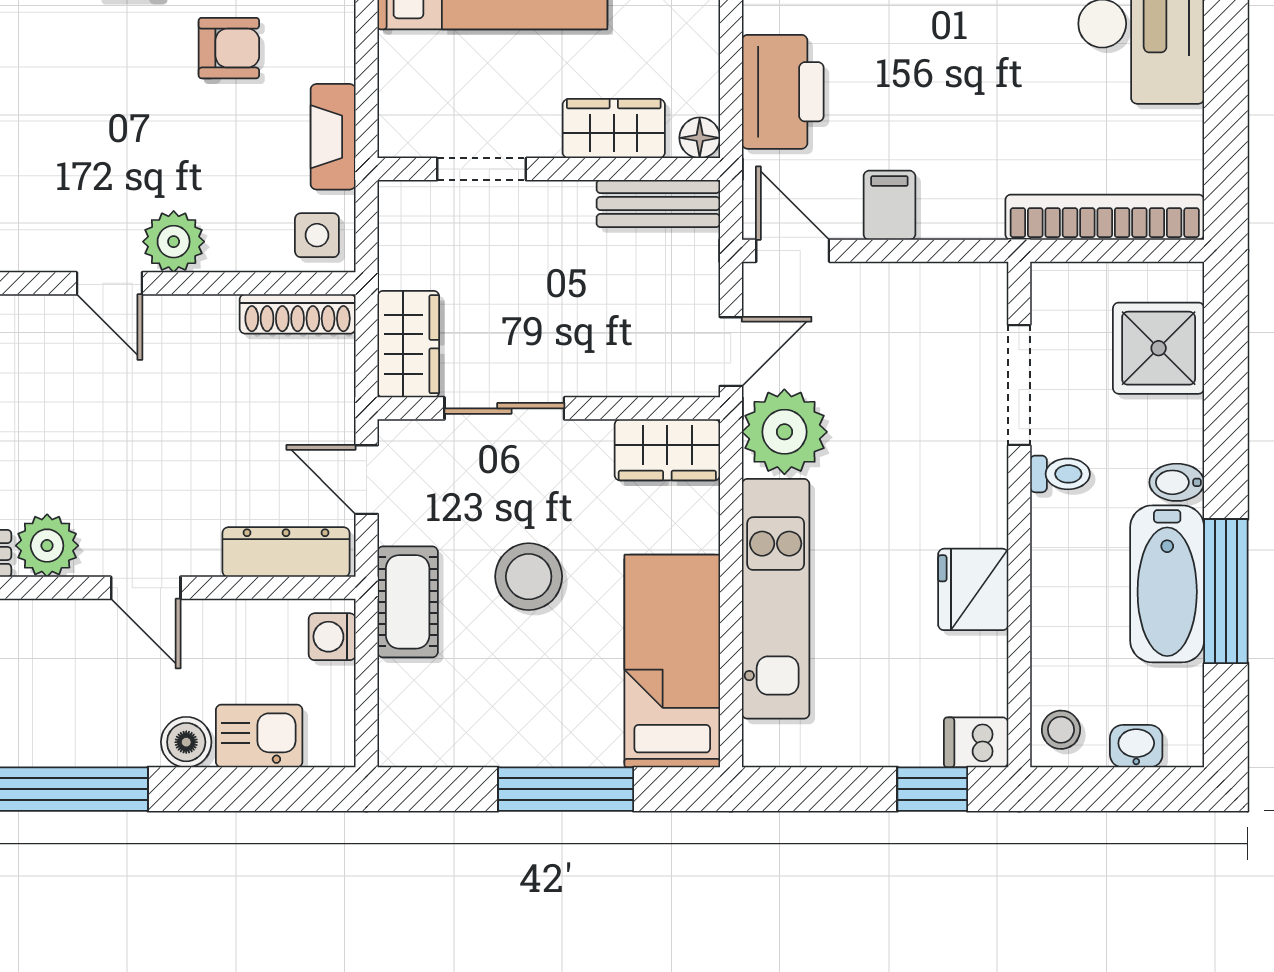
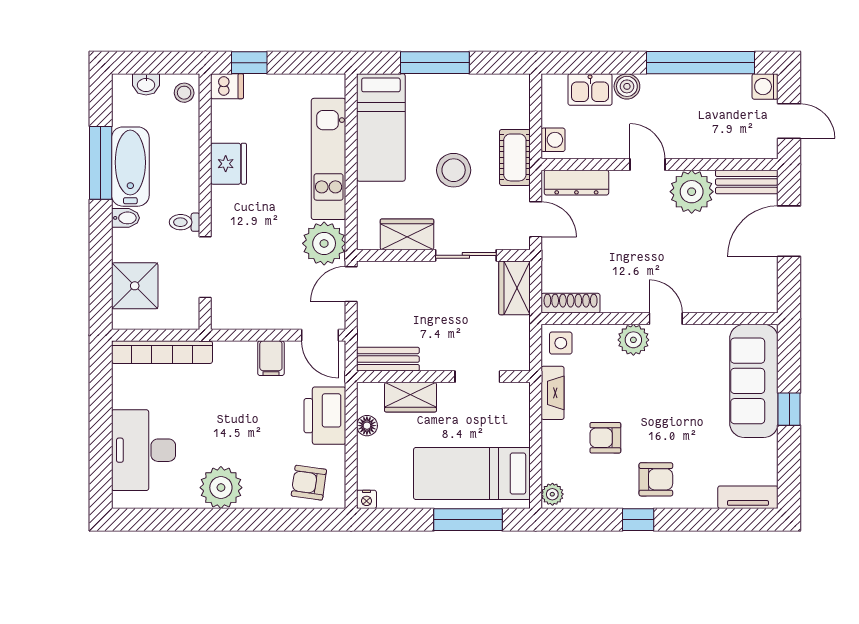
floor lamp: (700, 138) -> (367, 426), moved
wardrobe: (667, 450) -> (407, 234), moved
plant: (47, 546) -> (692, 192), width x1.36, depth x1.36

